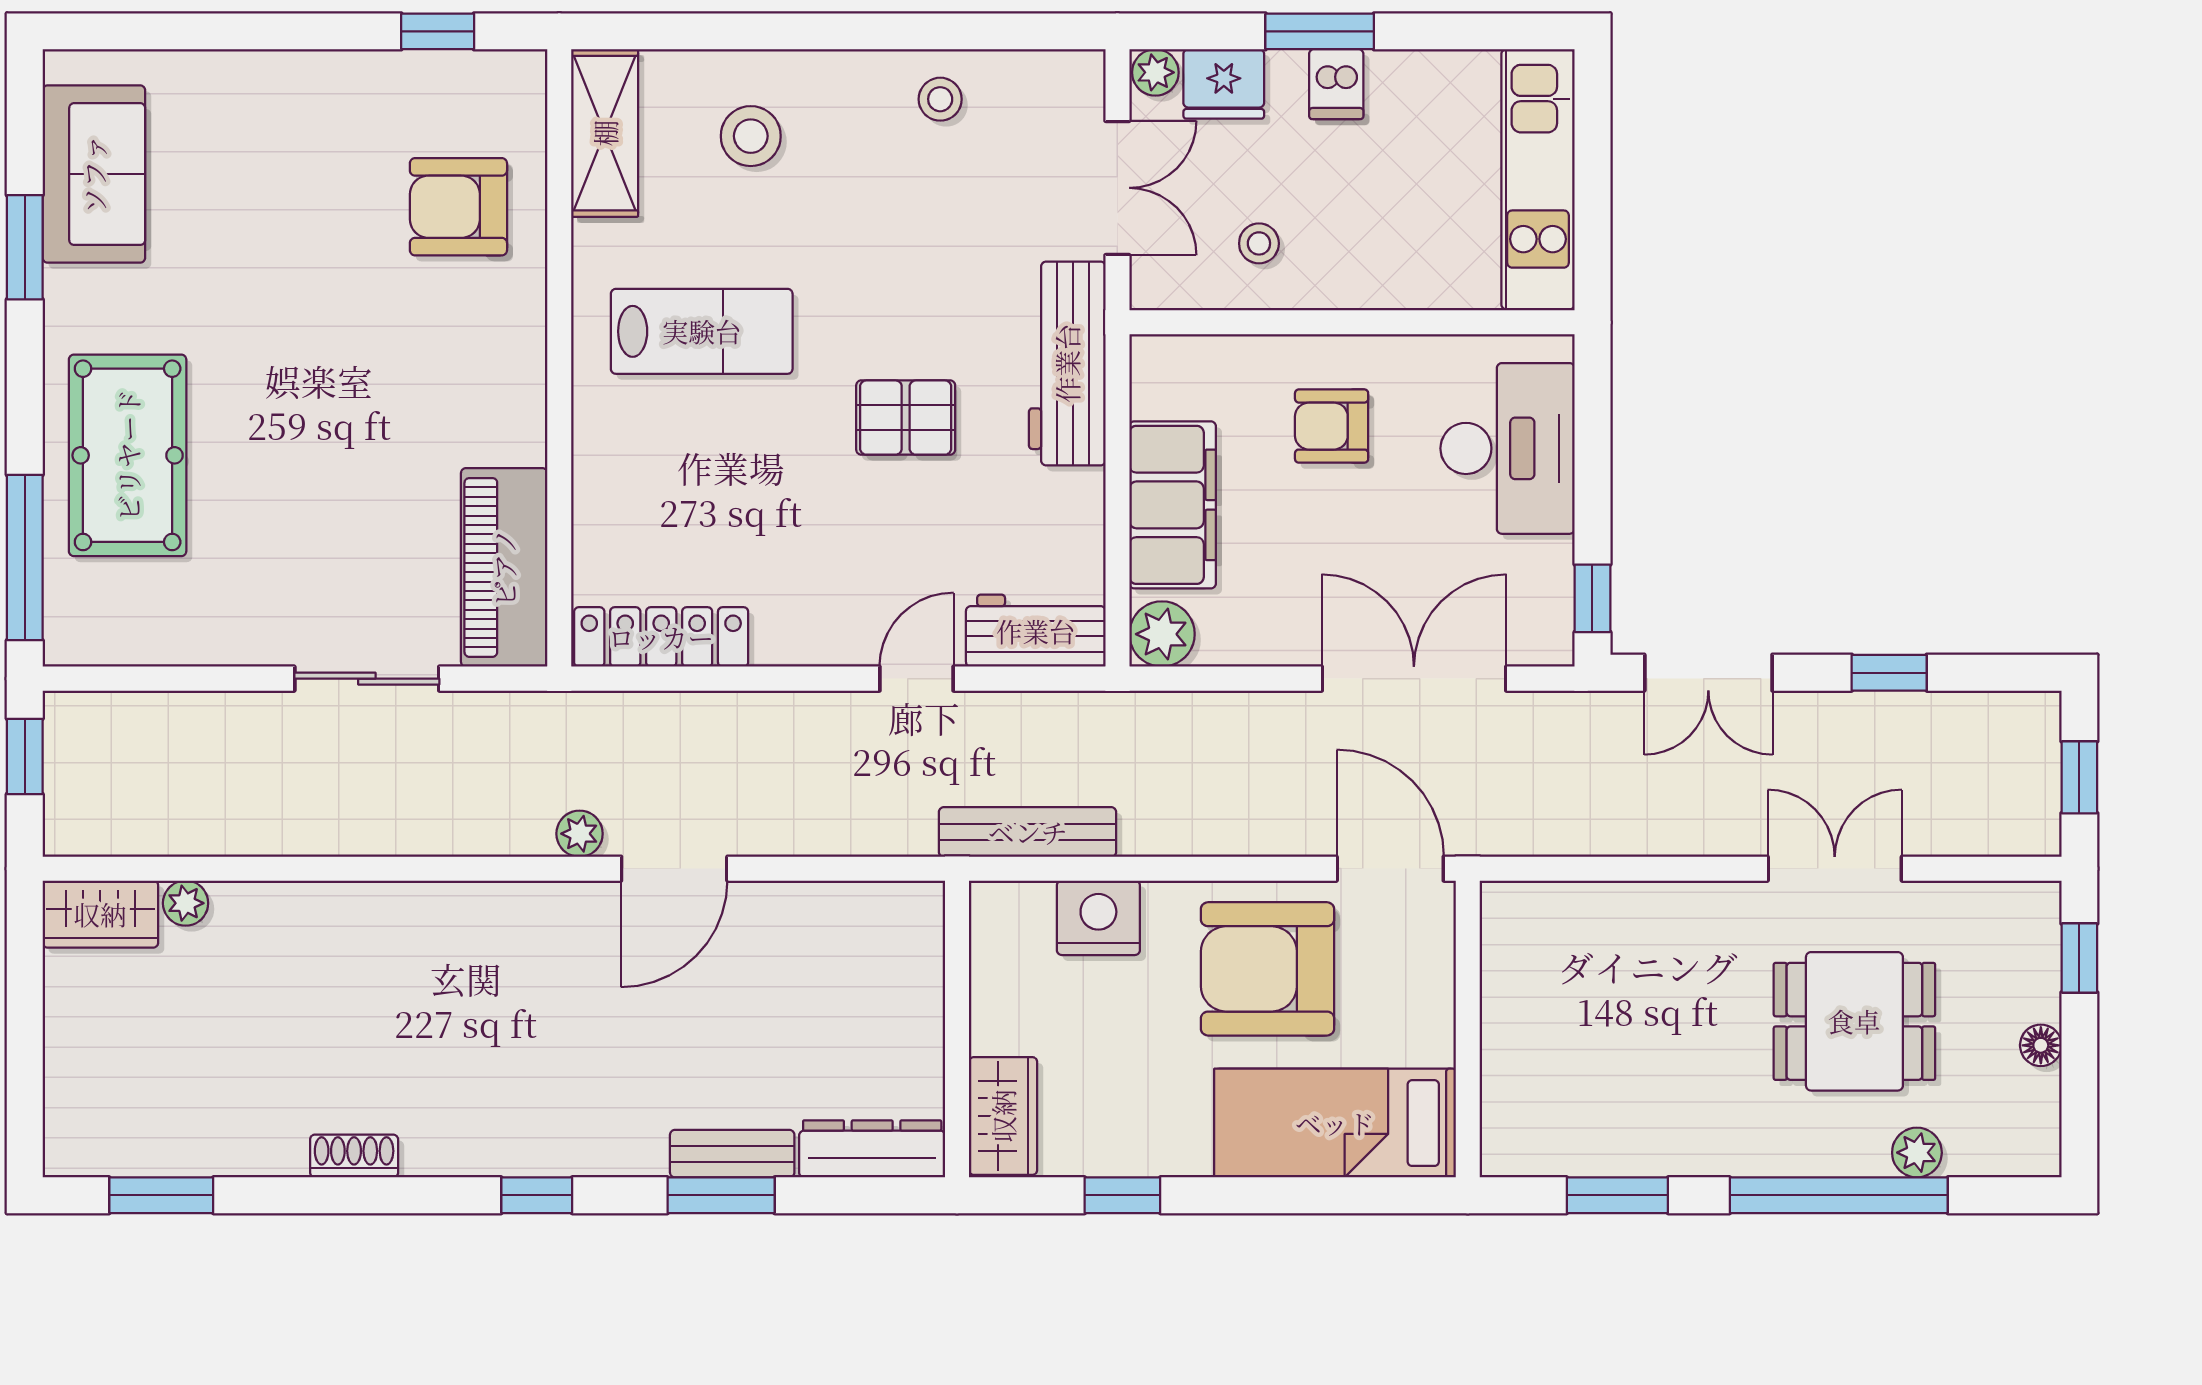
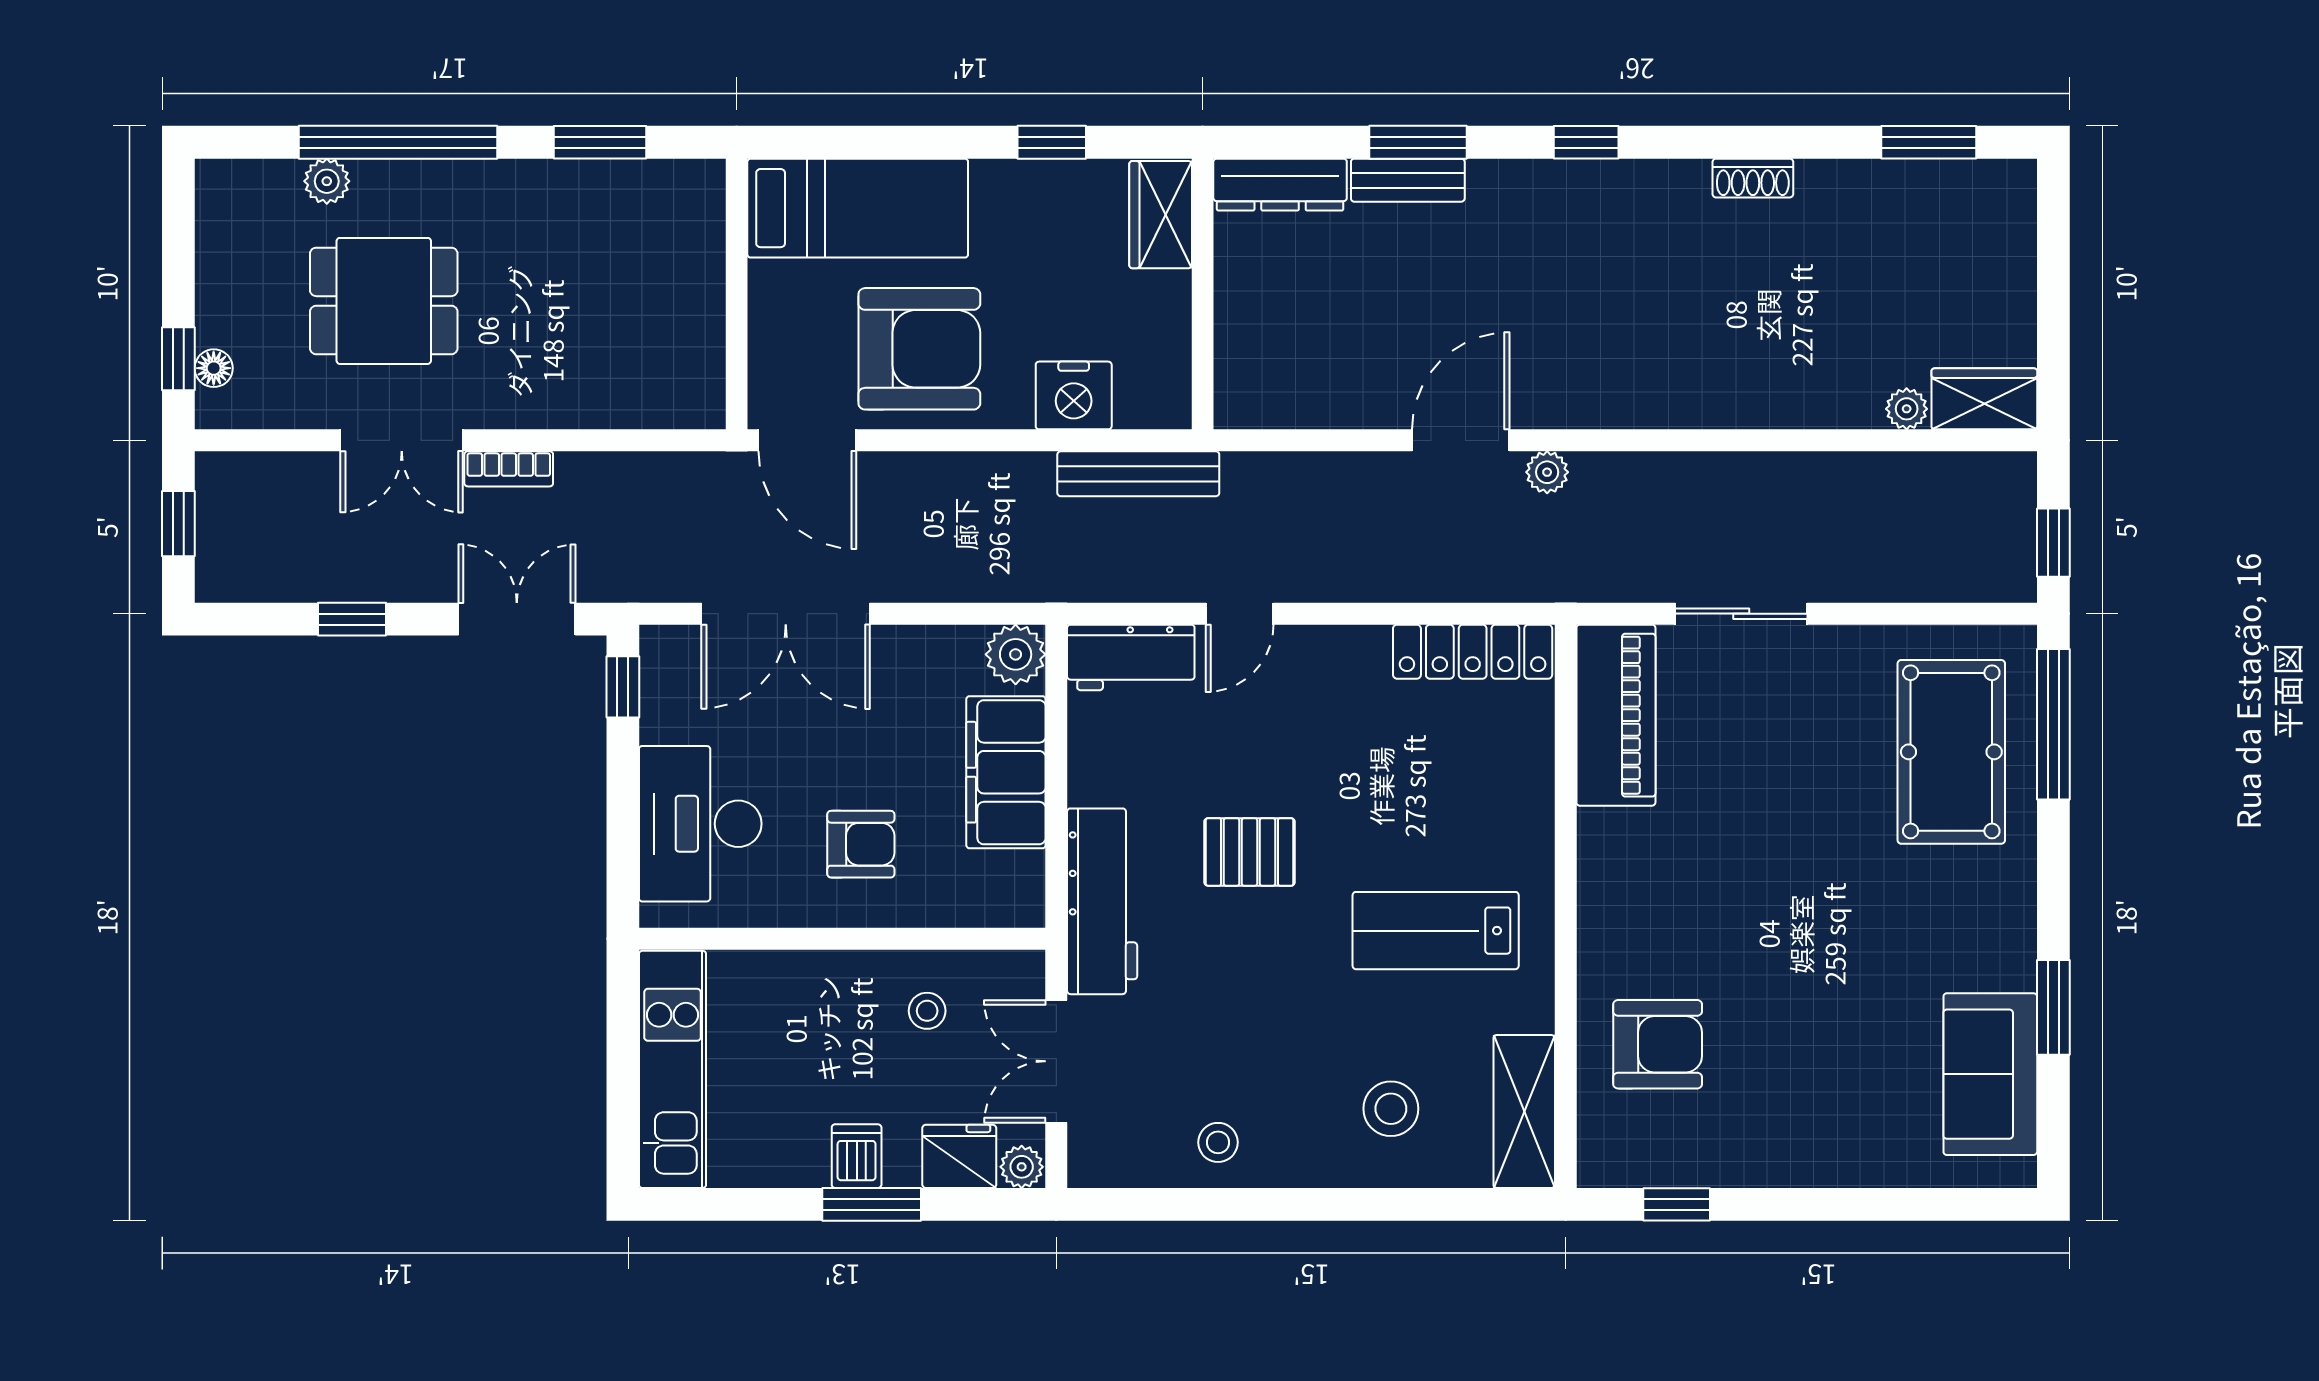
pool table: (128, 455) -> (1951, 752), moved
bookcase: (1717, 837) -> (509, 469), added
floor lamp: (2041, 1045) -> (214, 368), moved

